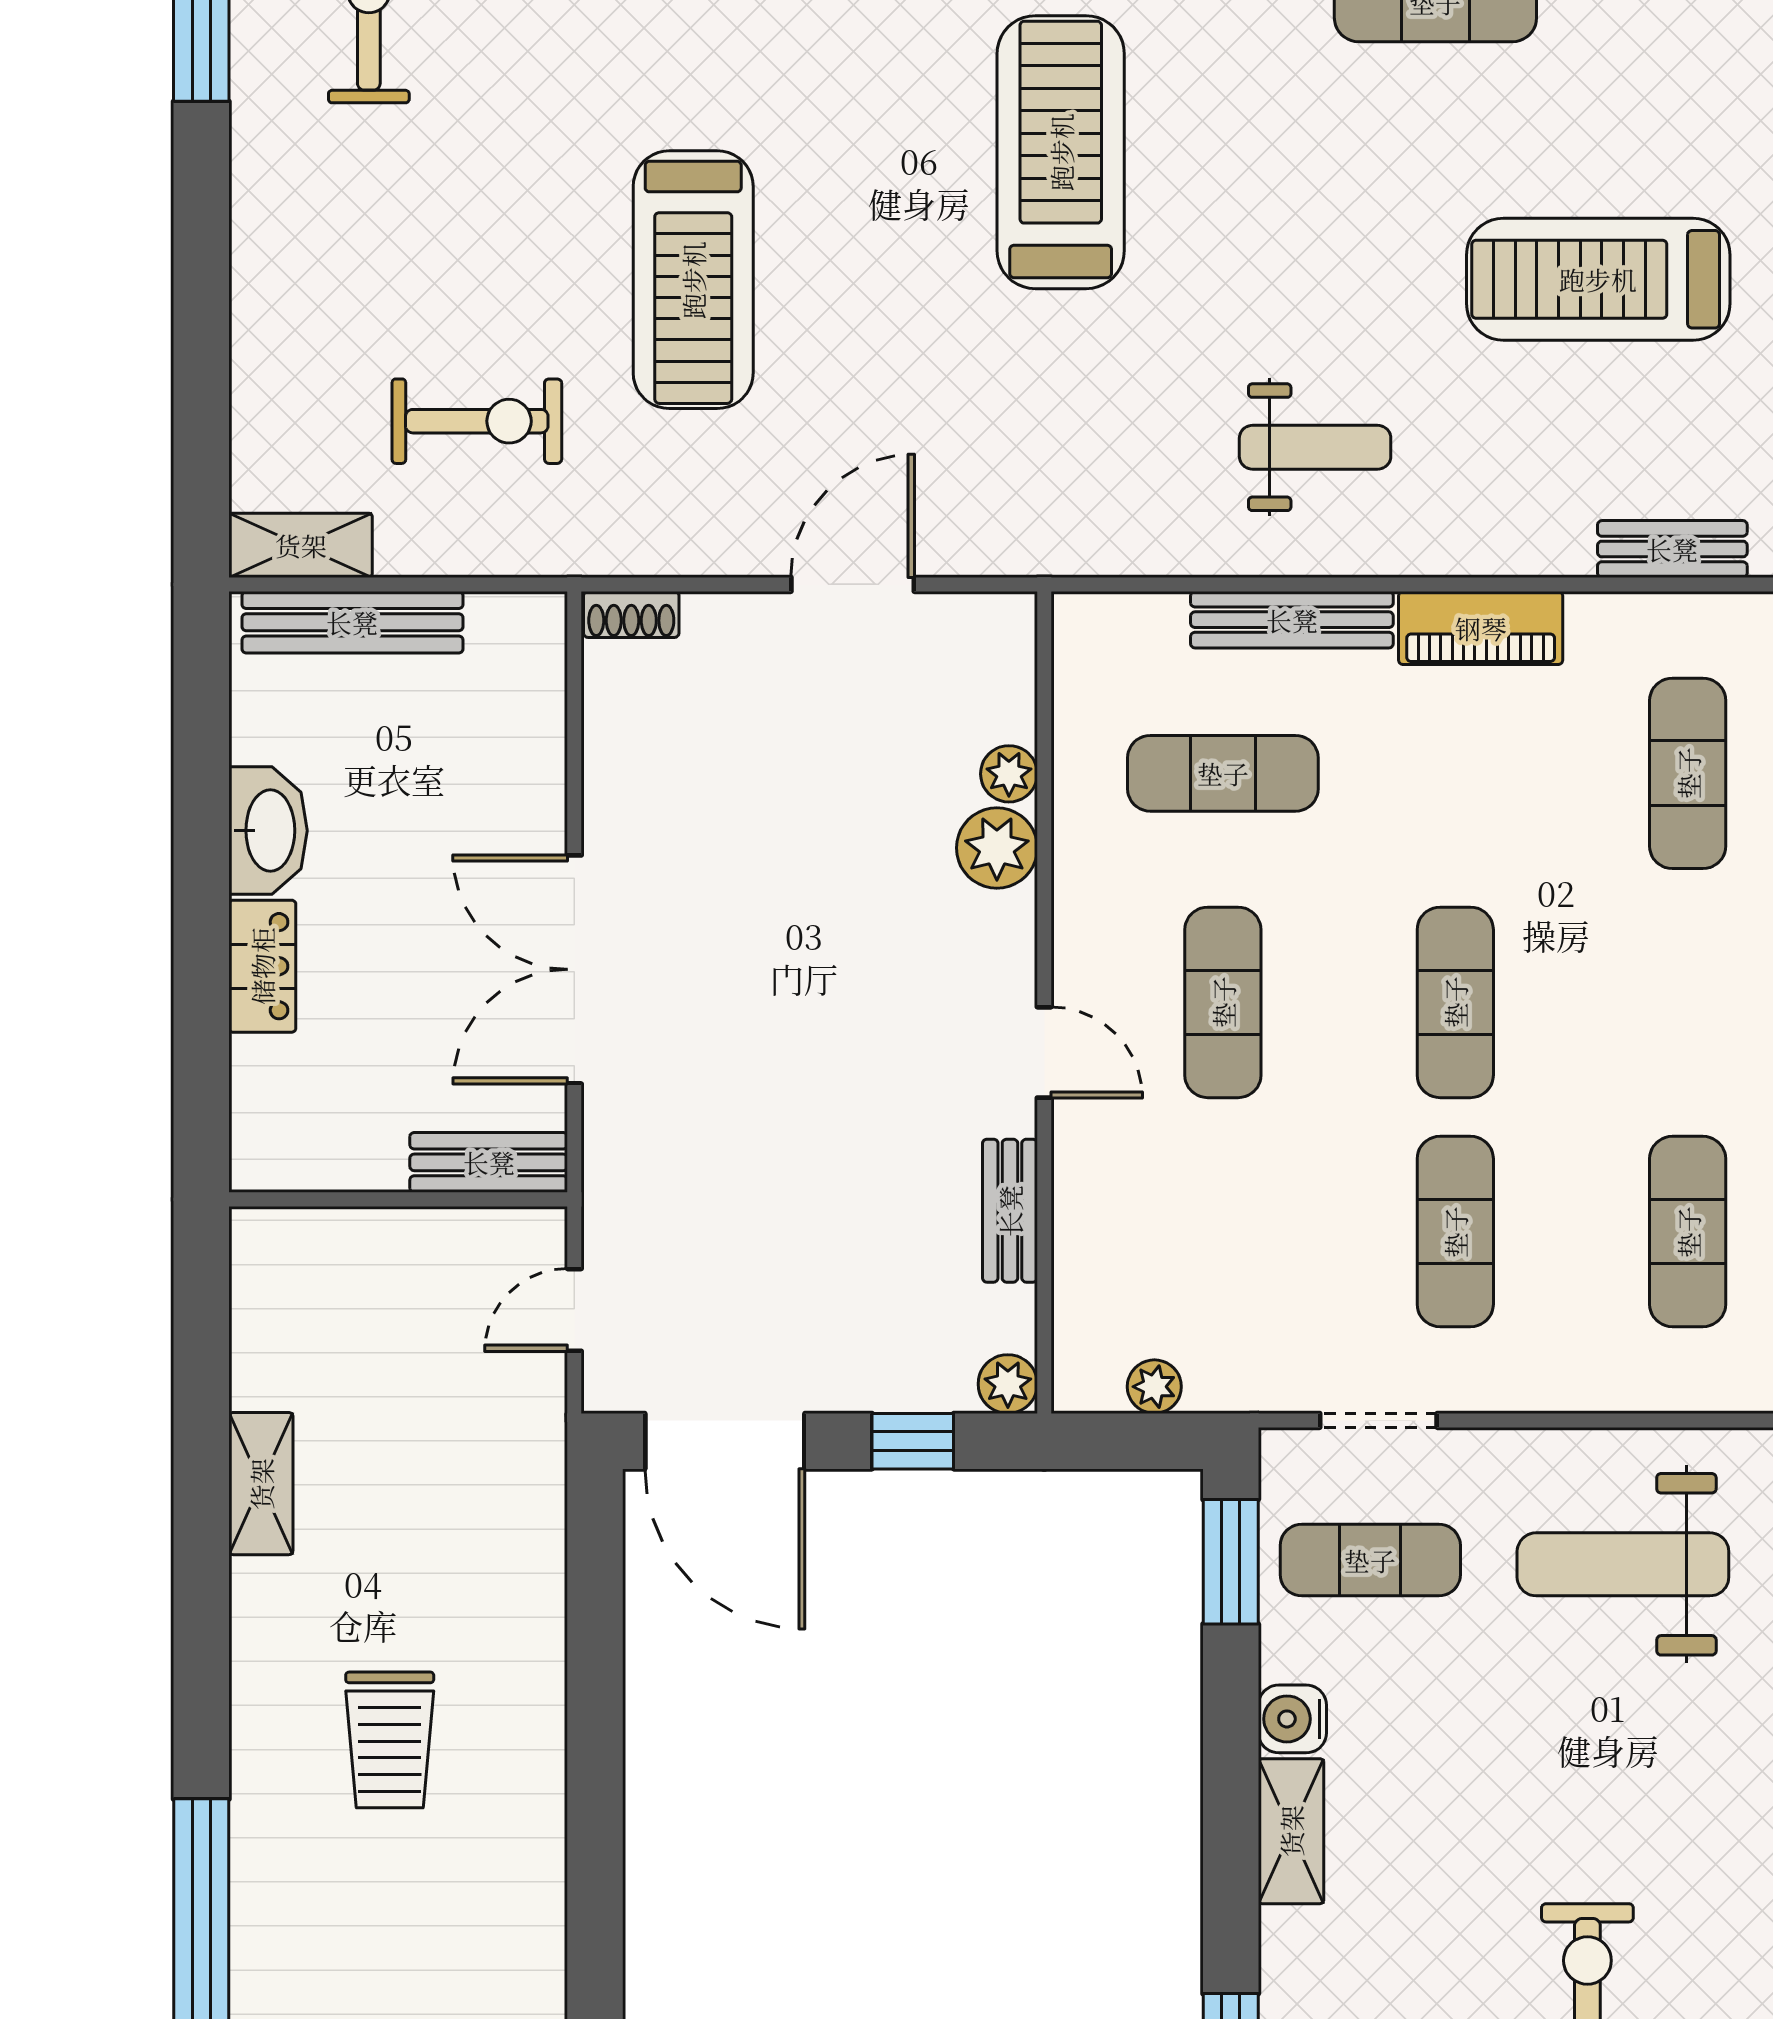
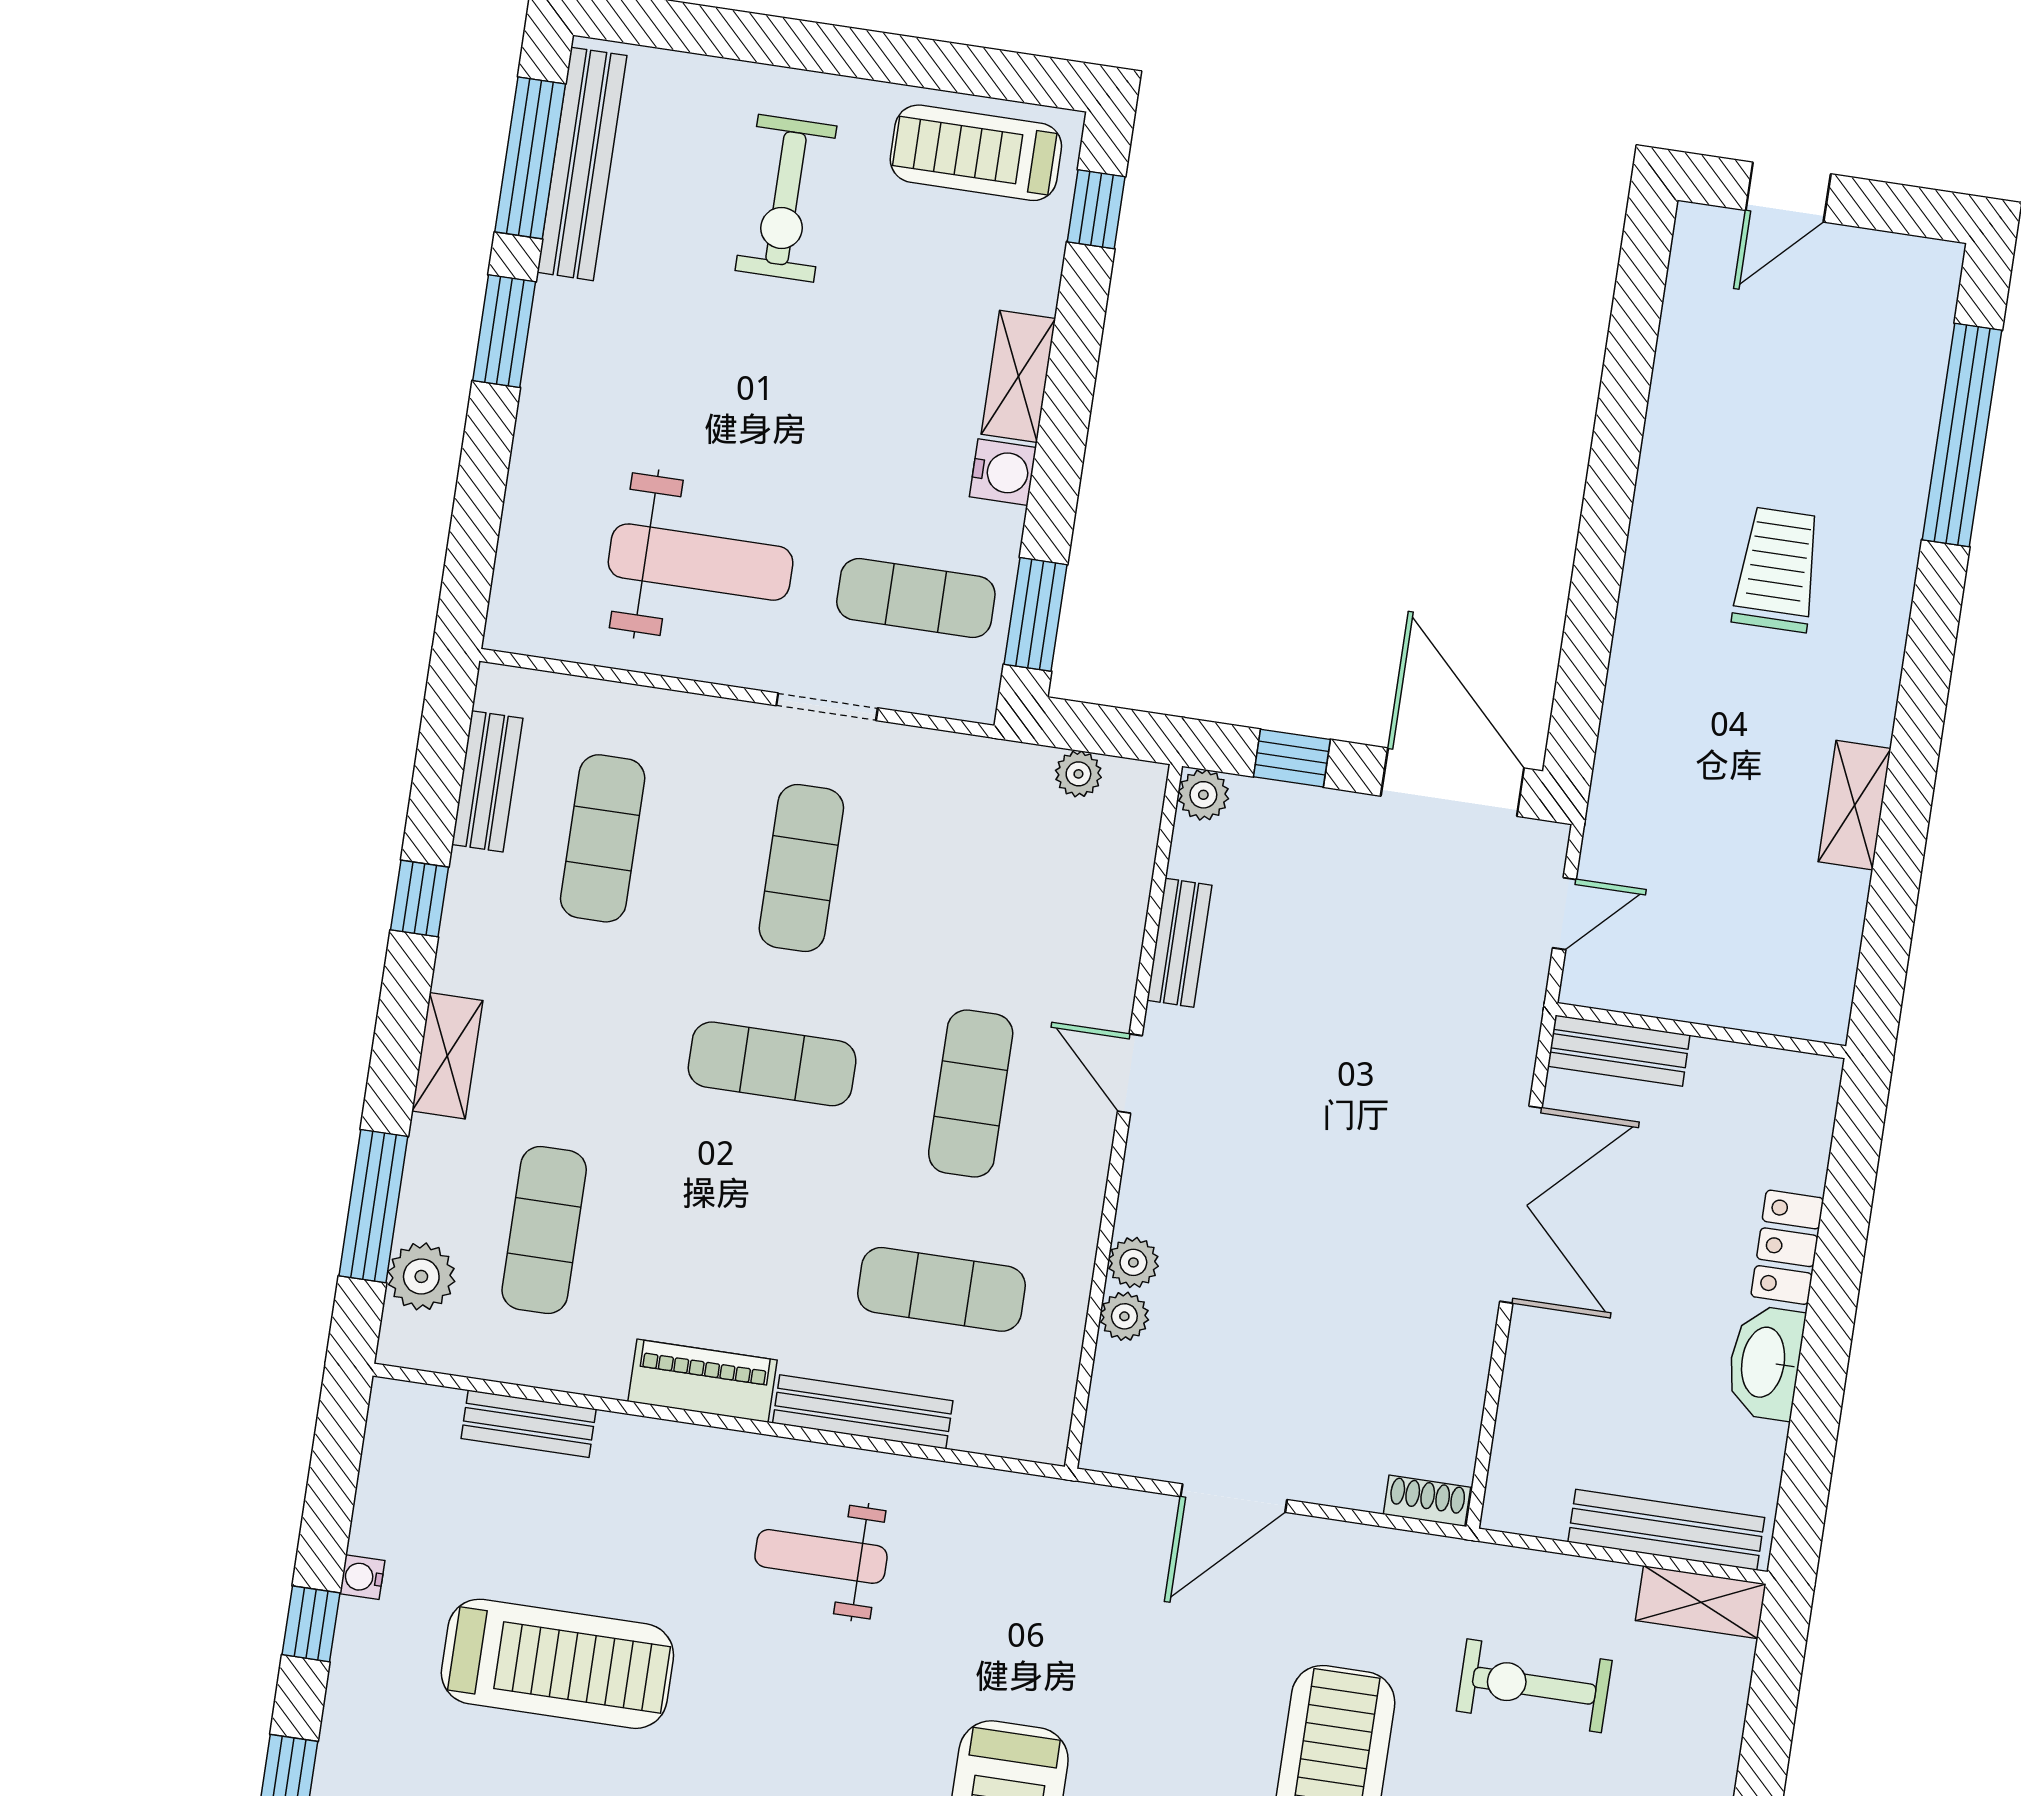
plant: (997, 848) -> (1133, 1262), width x0.73, depth x0.73
exercise mat: (1455, 1002) -> (772, 1064), turned 90
doorway: (1378, 1420) -> (827, 707), moved

